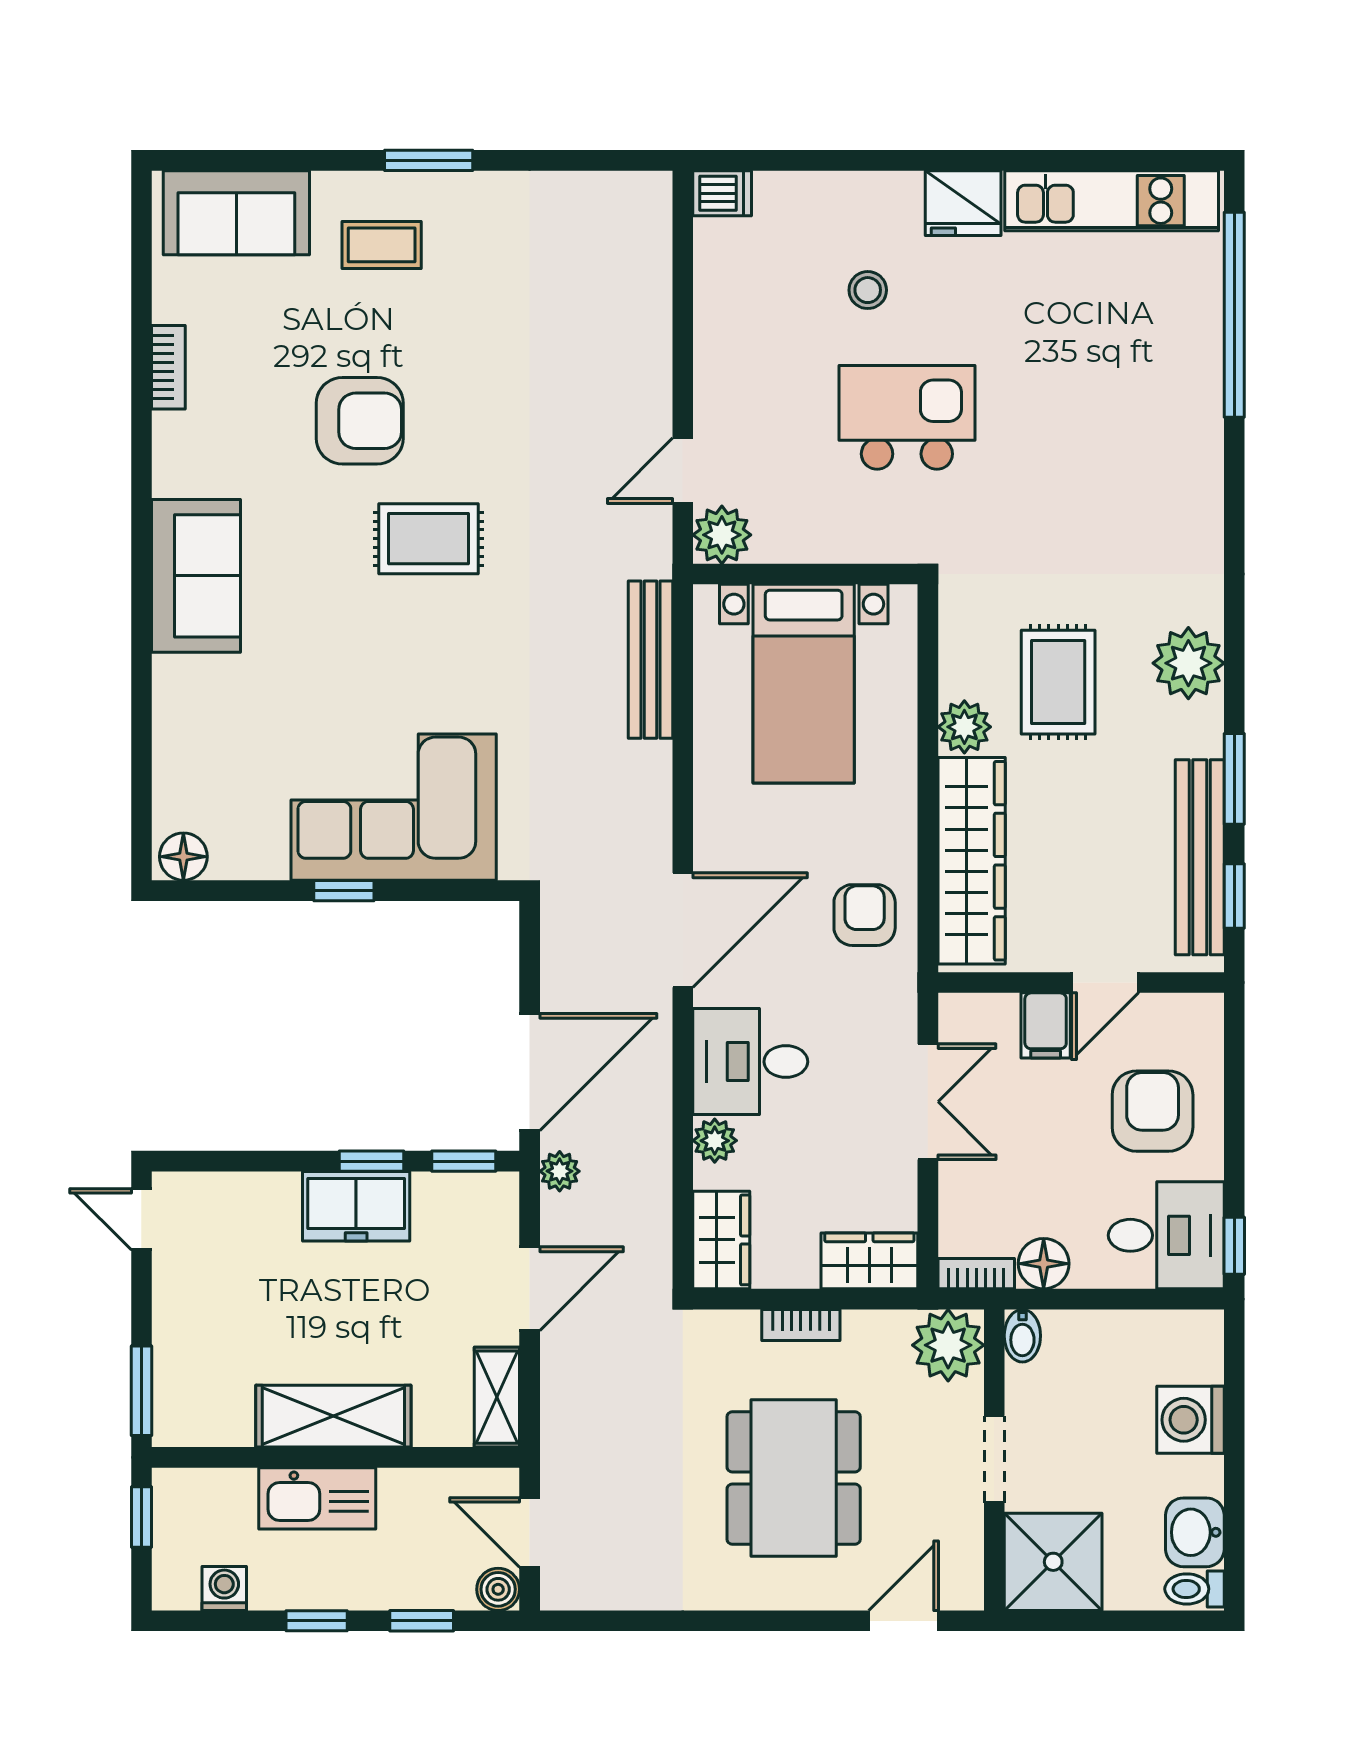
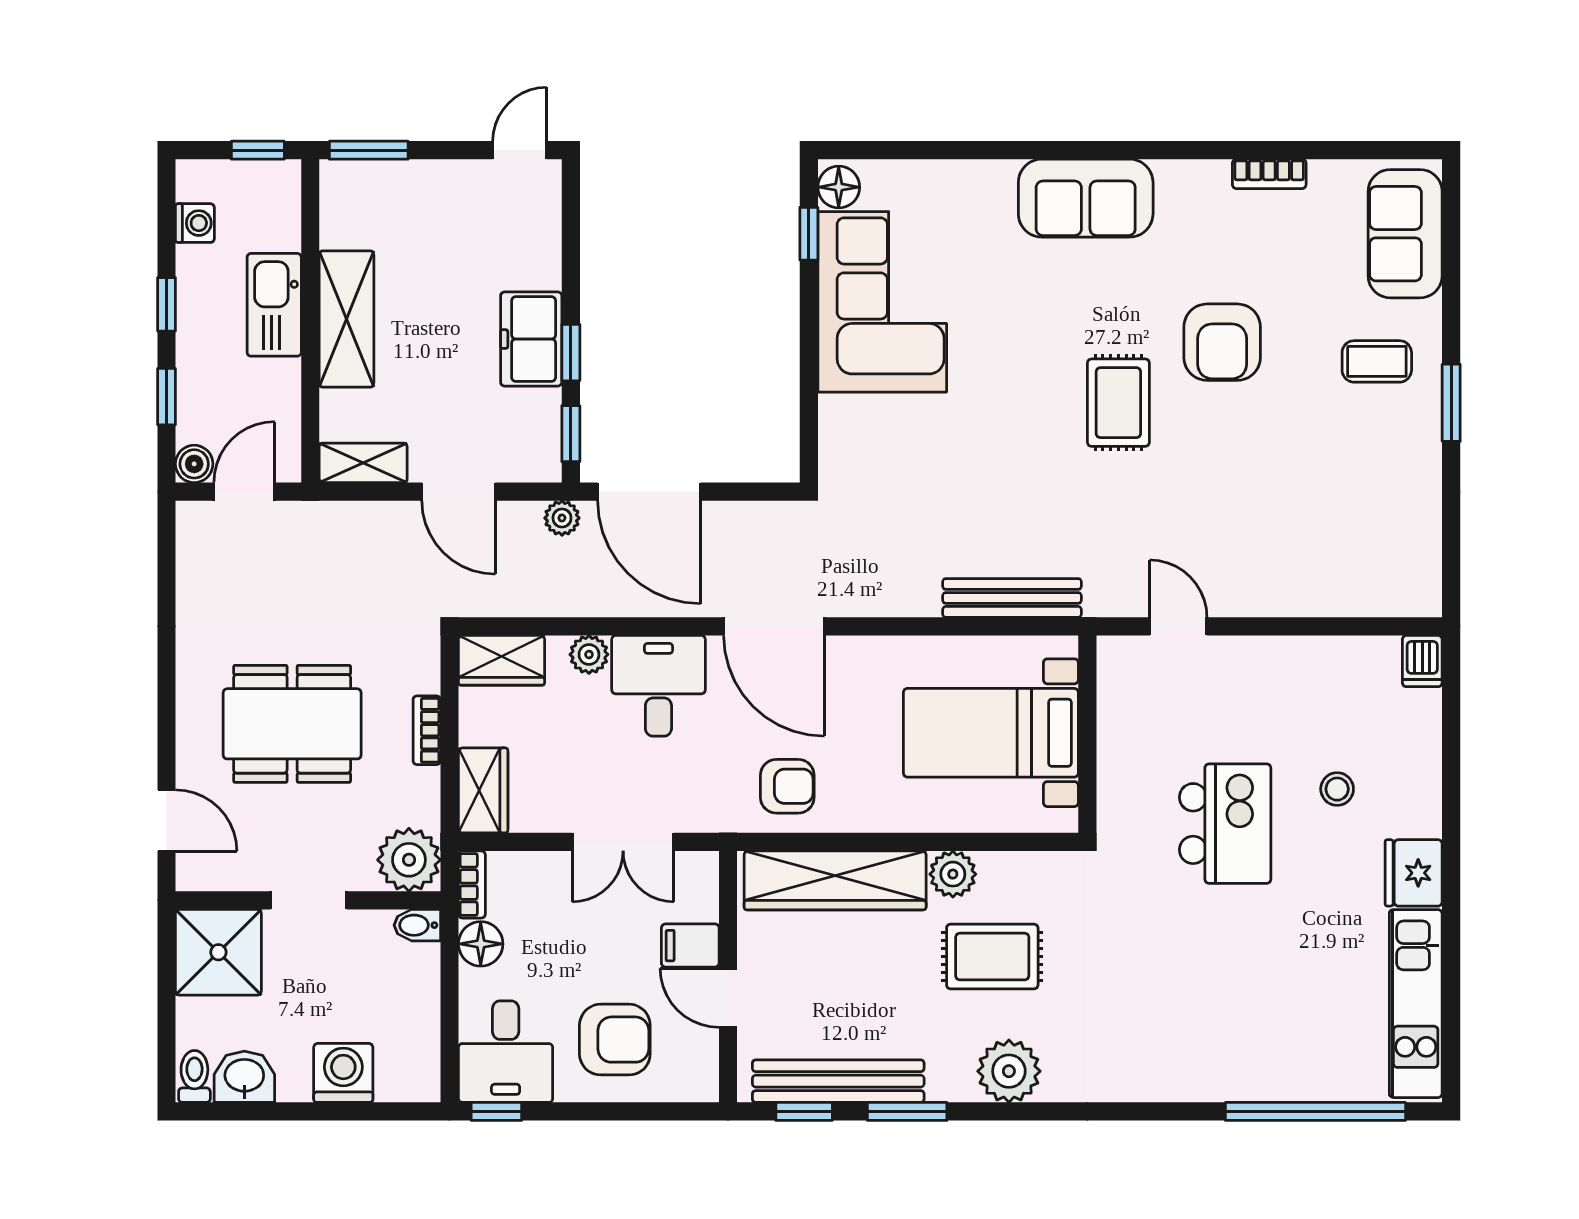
coffee table: (382, 245) -> (1377, 361), turned 90
plant: (722, 535) -> (1122, 661), removed
corner sofa: (394, 807) -> (882, 302), moved
window: (344, 891) -> (809, 234), moved

